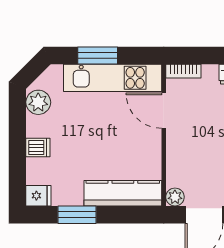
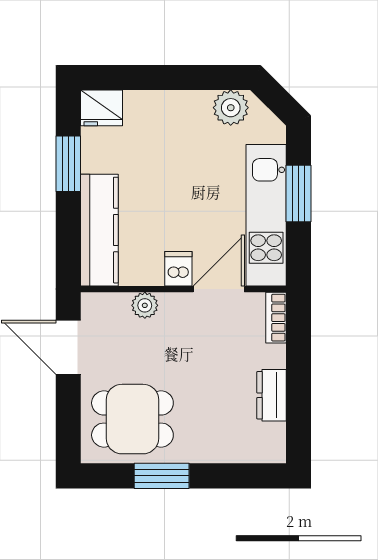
dishwasher: (38, 148) -> (178, 269), moved, turned 180
fridge: (38, 196) -> (102, 108), width x1.38
plant: (175, 197) -> (145, 305), moved

